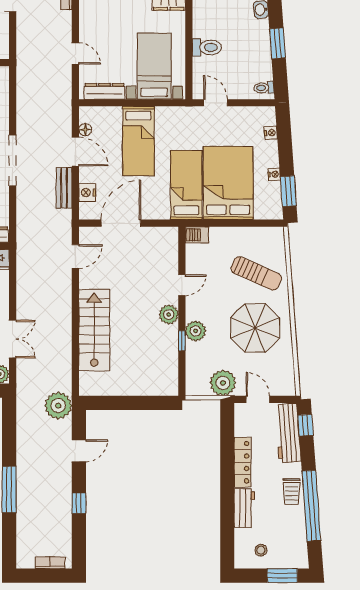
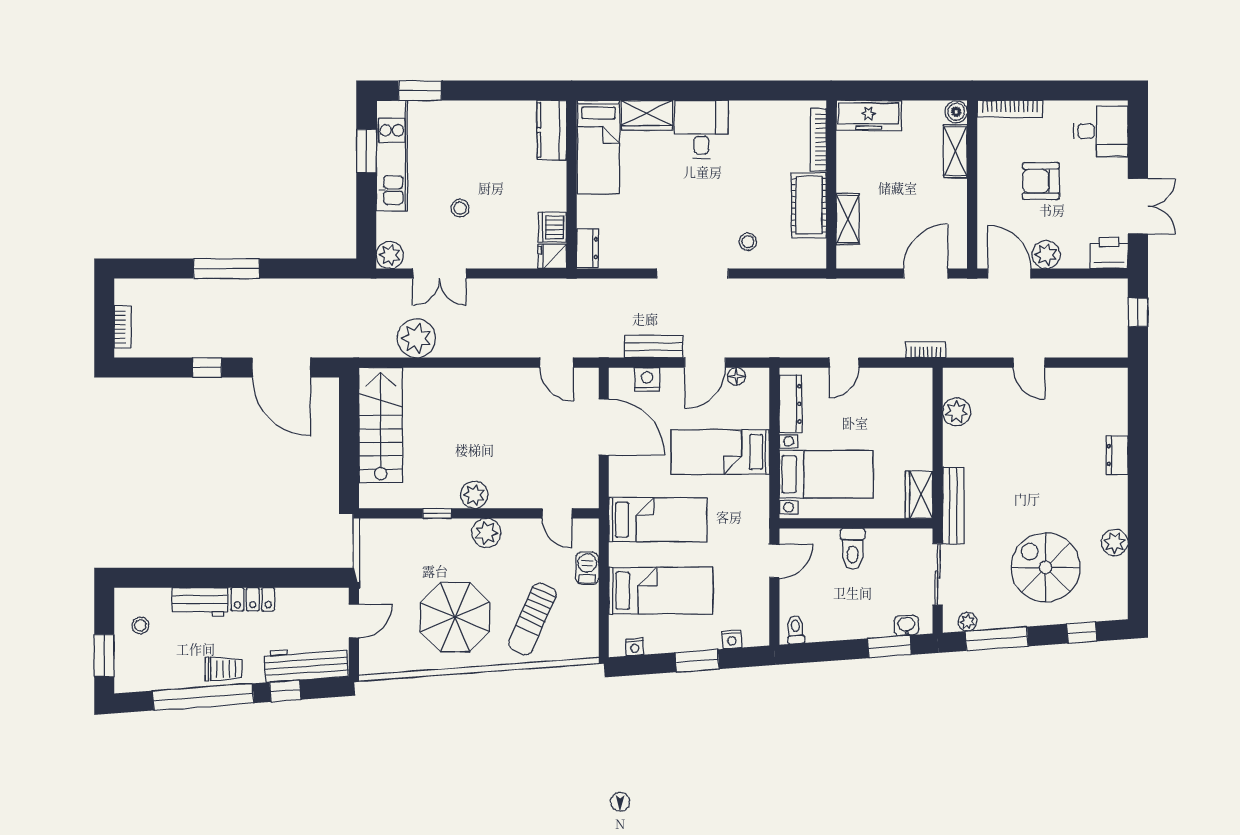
window: (277, 43) -> (889, 647), moved
nightstand: (274, 174) -> (635, 647), moved
bed: (228, 183) -> (661, 591), width x0.67
window: (288, 191) -> (697, 661), moved
barbecue: (197, 235) -> (587, 568), moved
door: (182, 285) -> (557, 513), moved
stairs: (94, 330) -> (381, 425), moved, turned -90
plant: (196, 331) -> (486, 533), moved
plant: (223, 383) -> (377, 572), removed
plant: (58, 406) -> (416, 338), moved
window: (305, 425) -> (285, 691), moved
door: (79, 451) -> (281, 368), width x1.88
locker: (242, 462) -> (253, 599), width x0.66
trolley: (292, 491) -> (223, 669), turned 180

